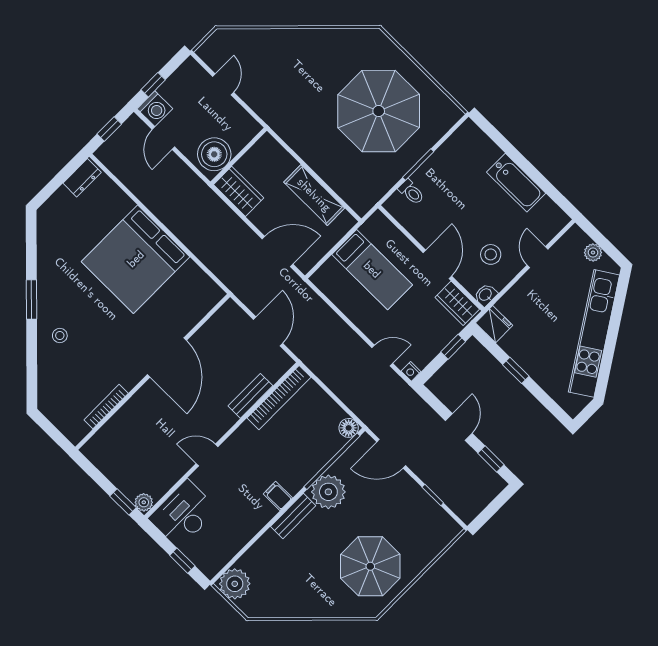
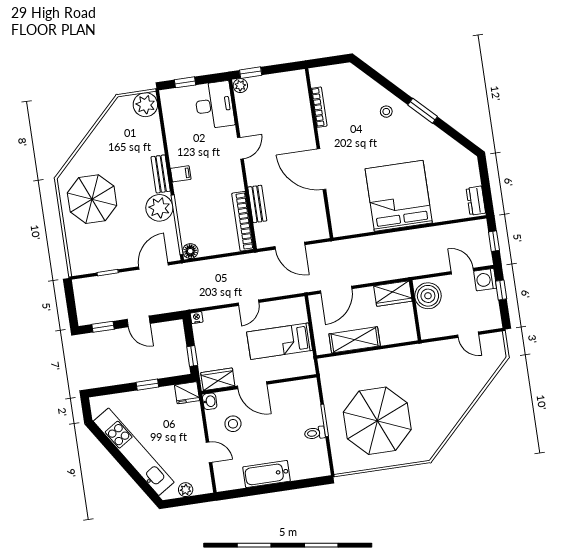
toilet: (411, 192) -> (315, 433), moved
door: (382, 356) -> (248, 303), moved

